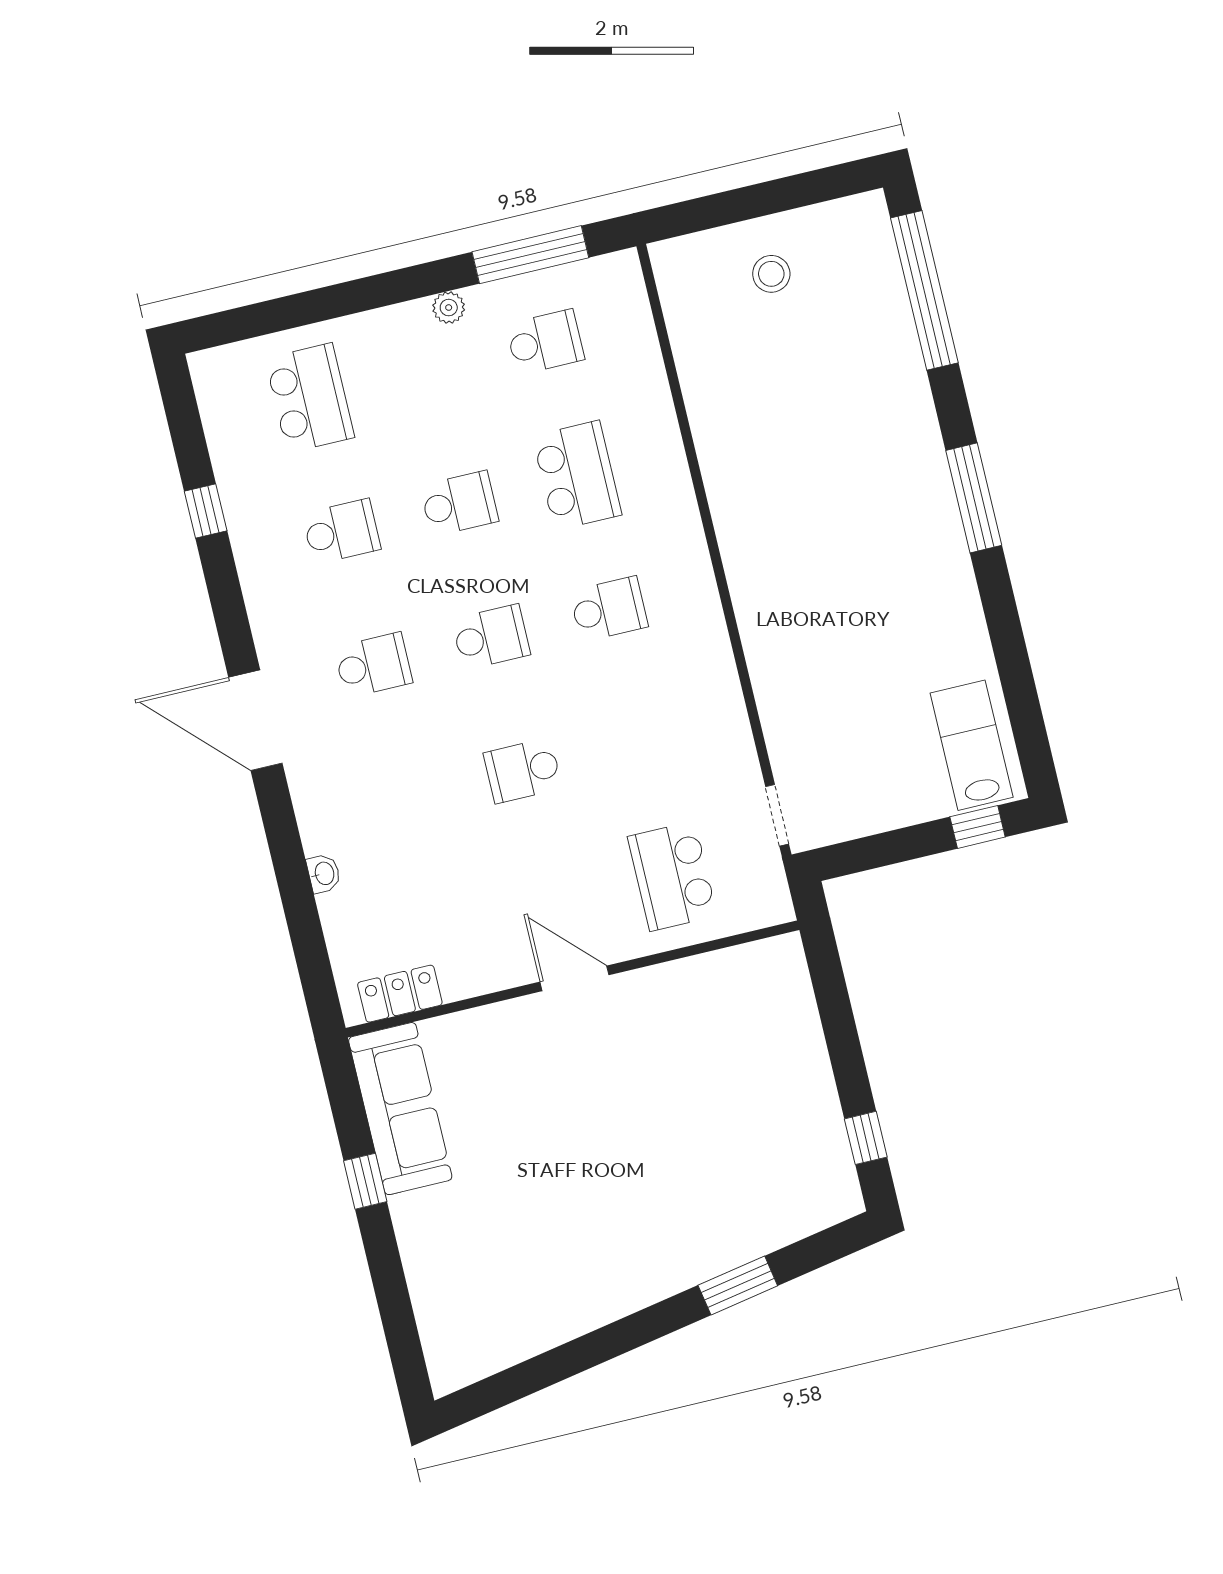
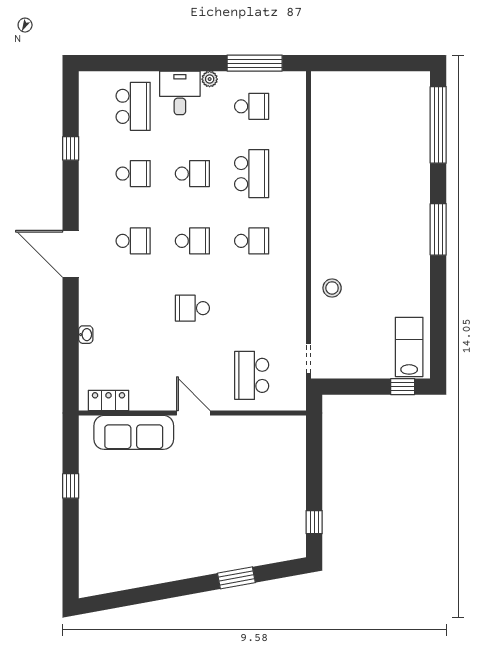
stool: (771, 274) -> (332, 288), moved
desk: (396, 349) -> (180, 93), added
sofa: (400, 1109) -> (134, 432), moved, turned 90

